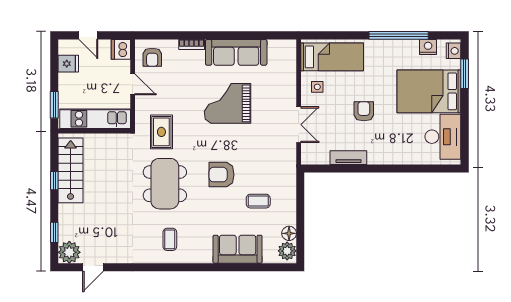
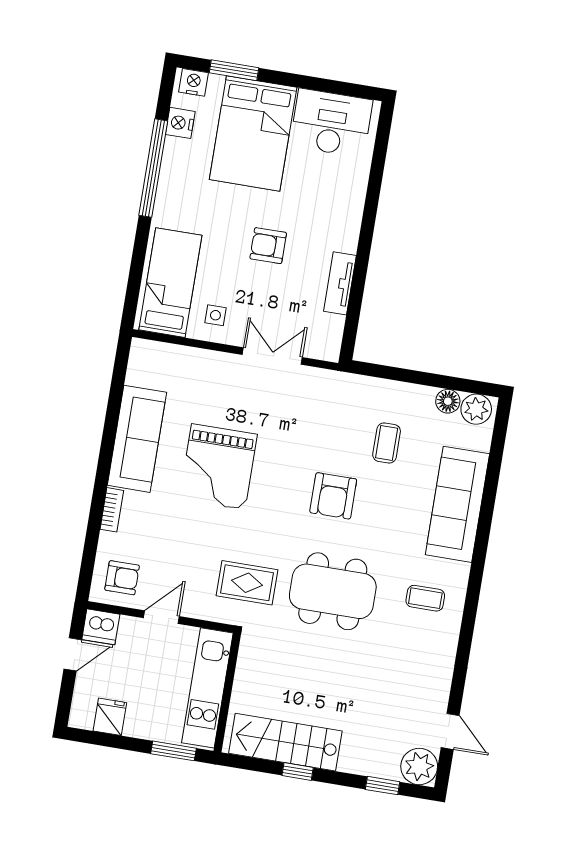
door: (88, 35) -> (73, 654), moved
sofa: (238, 249) -> (457, 504), width x1.36

